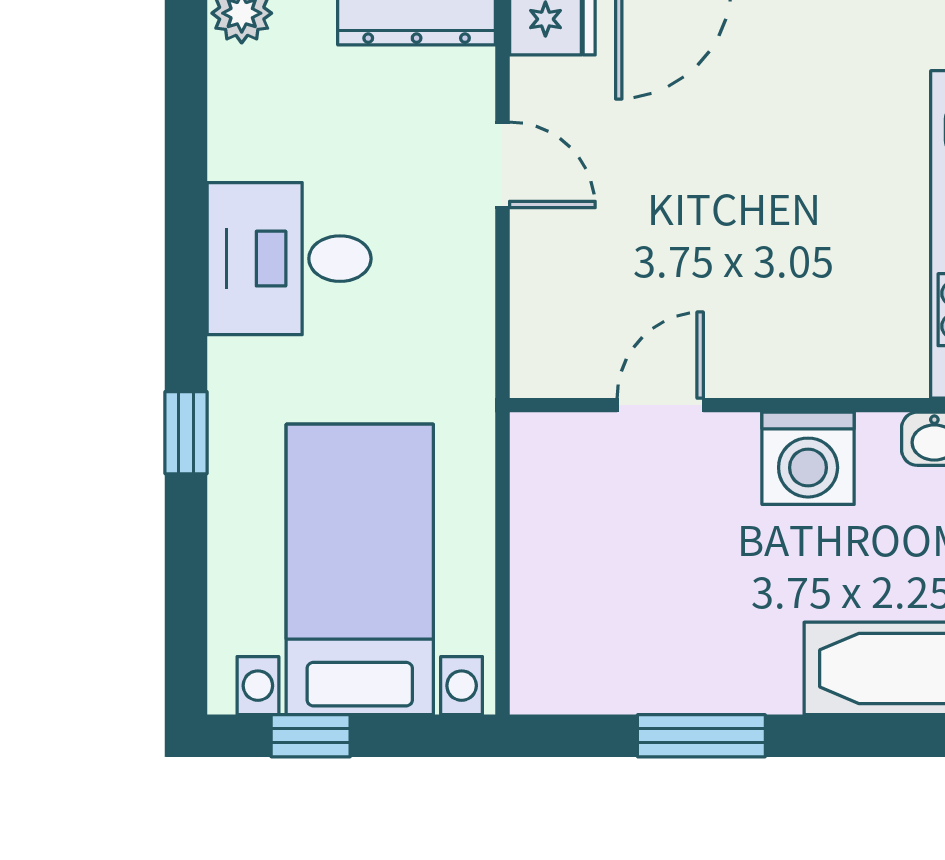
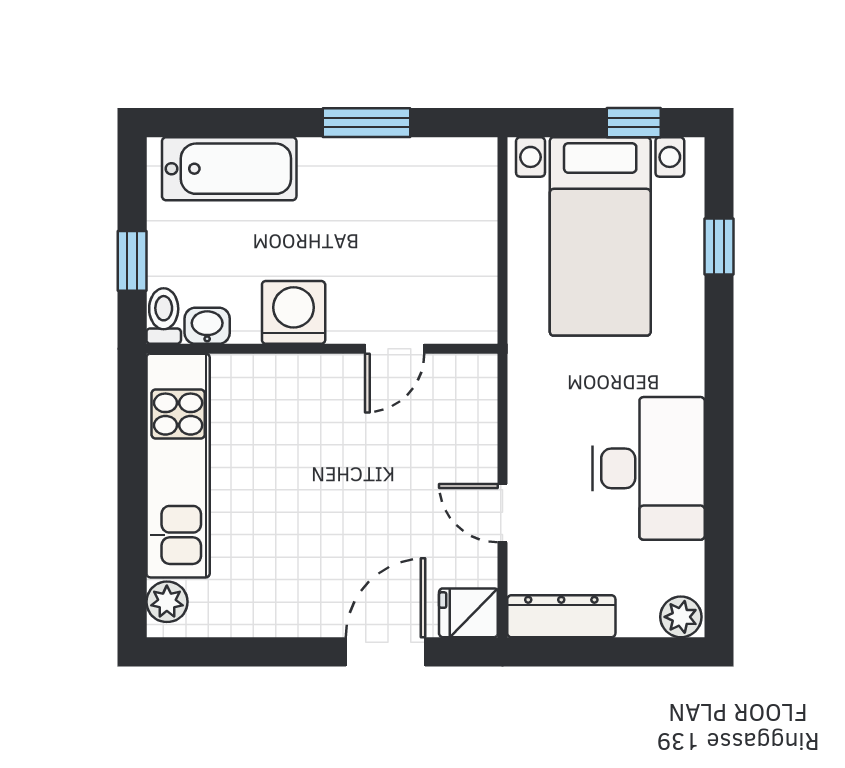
desk: (289, 259) -> (648, 468), width x1.37
window: (186, 433) -> (719, 246), moved

